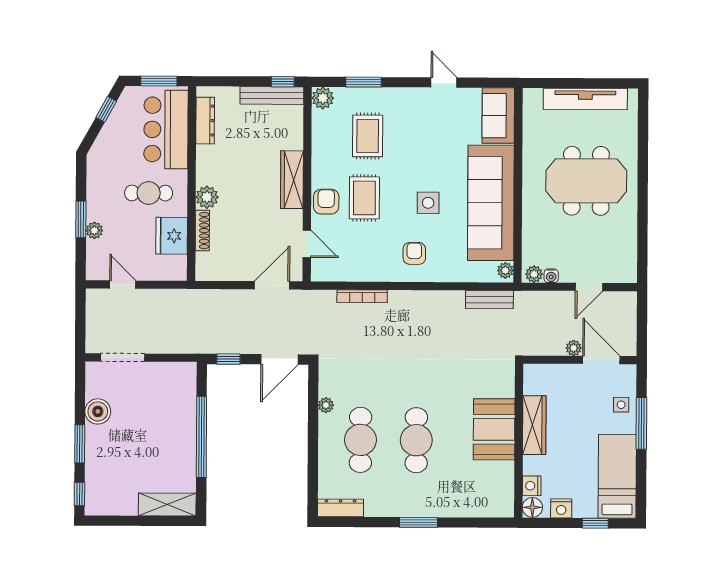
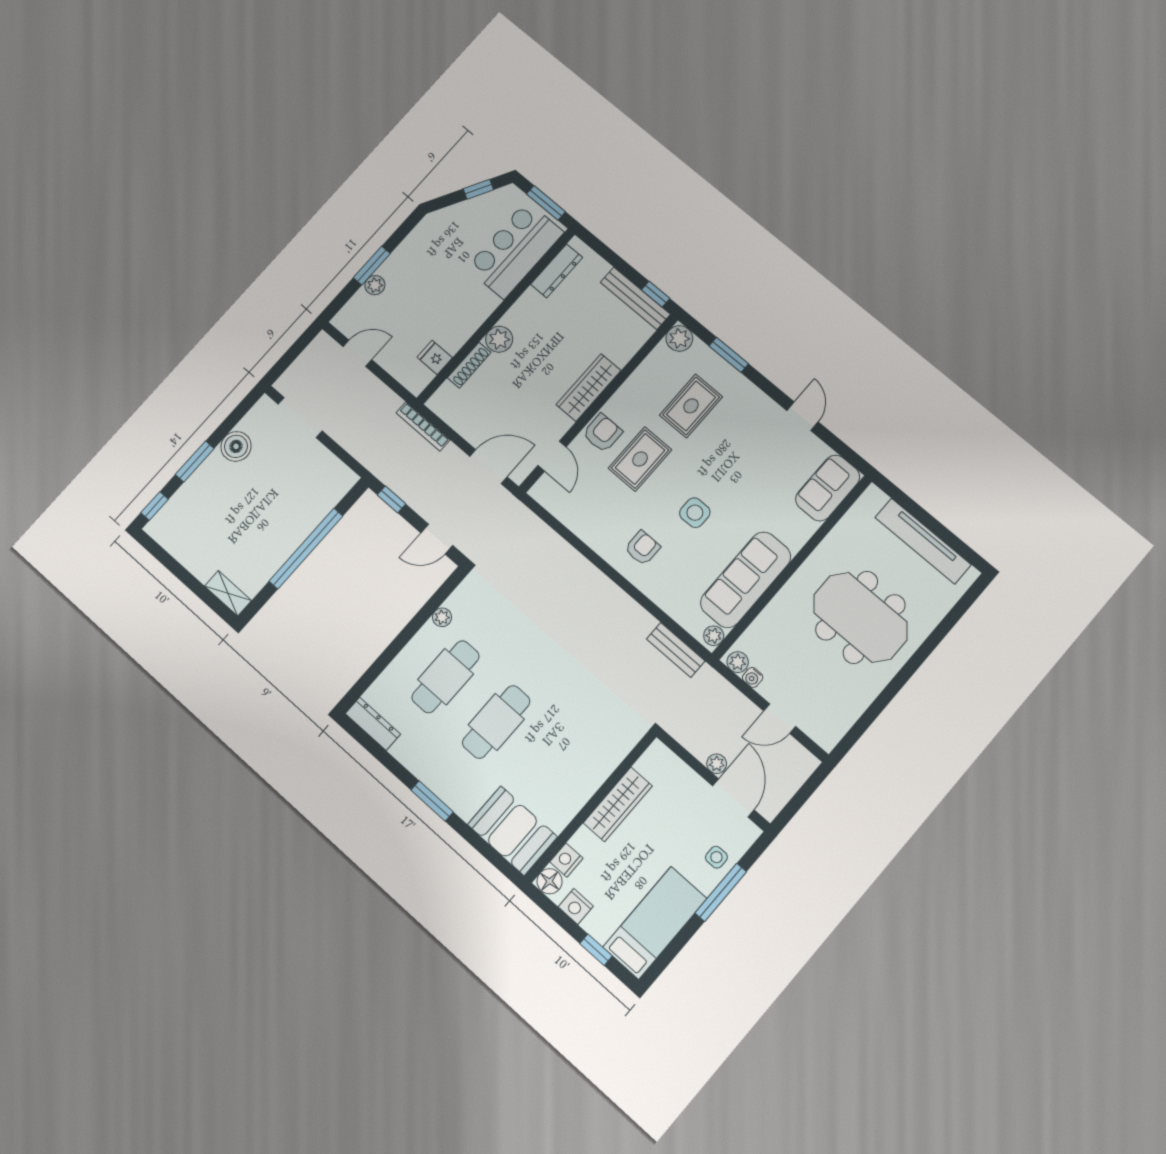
cafe table: (149, 193) -> (451, 292), removed
sofa: (491, 203) -> (746, 580), width x0.74, depth x0.79
fridge: (172, 236) -> (435, 357), width x0.53, depth x0.75
door: (123, 285) -> (357, 353), hinge flipped
bookcase: (362, 296) -> (423, 426), moved
door: (280, 359) -> (437, 539), width x0.73
booth: (494, 429) -> (513, 831), moved, turned 90
shelving: (167, 504) -> (228, 593), width x0.67, depth x0.75

